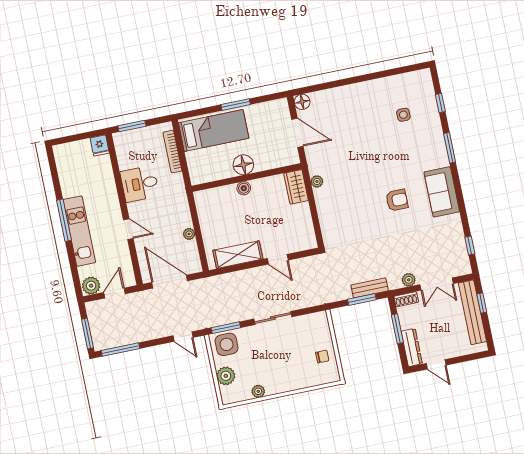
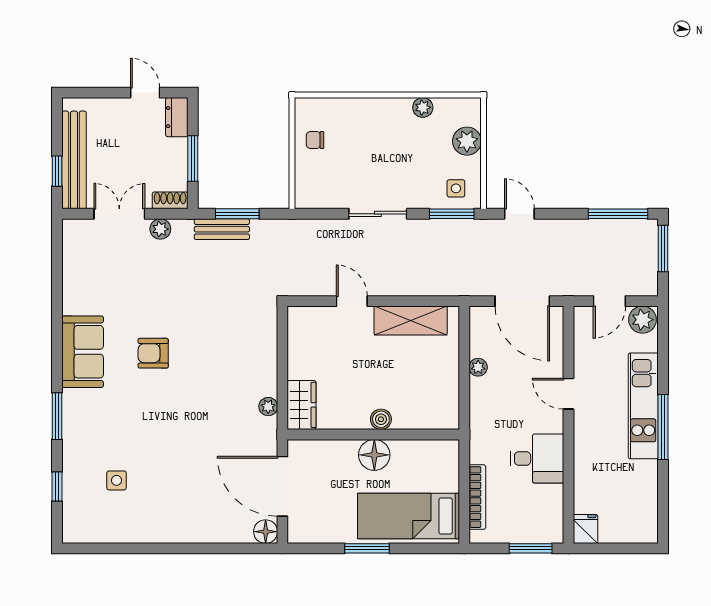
door: (297, 133) -> (282, 486), width x1.36
window: (470, 245) -> (57, 262), removed
side table: (227, 344) -> (456, 188), width x0.54, depth x0.54
dresser: (412, 347) -> (177, 117), width x0.70

